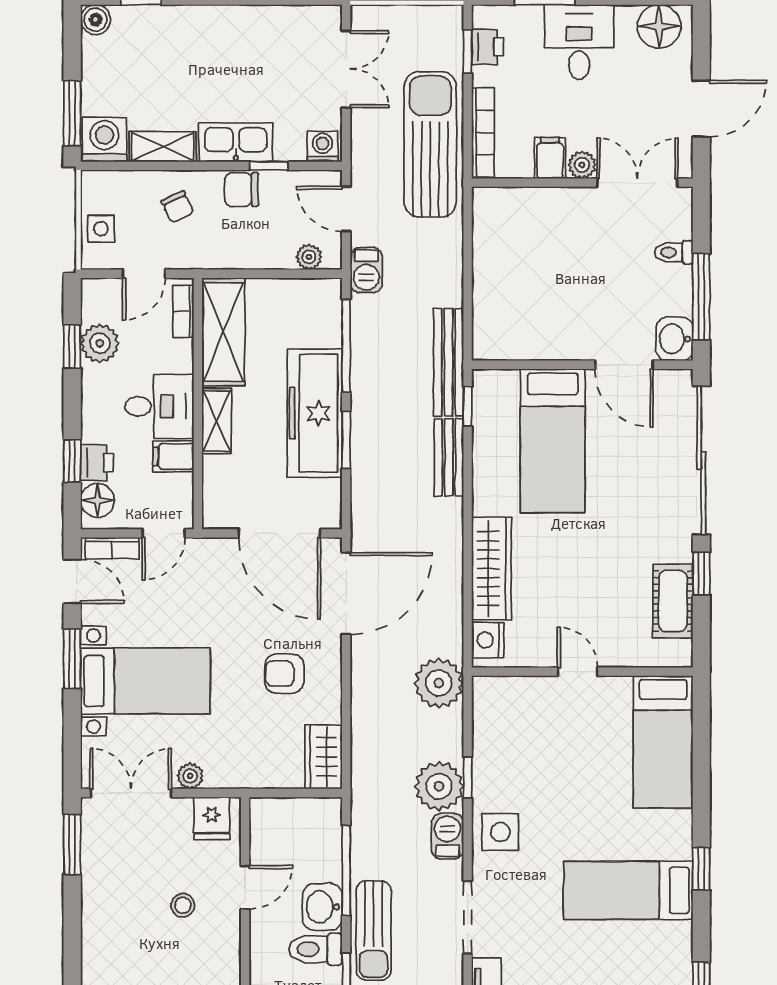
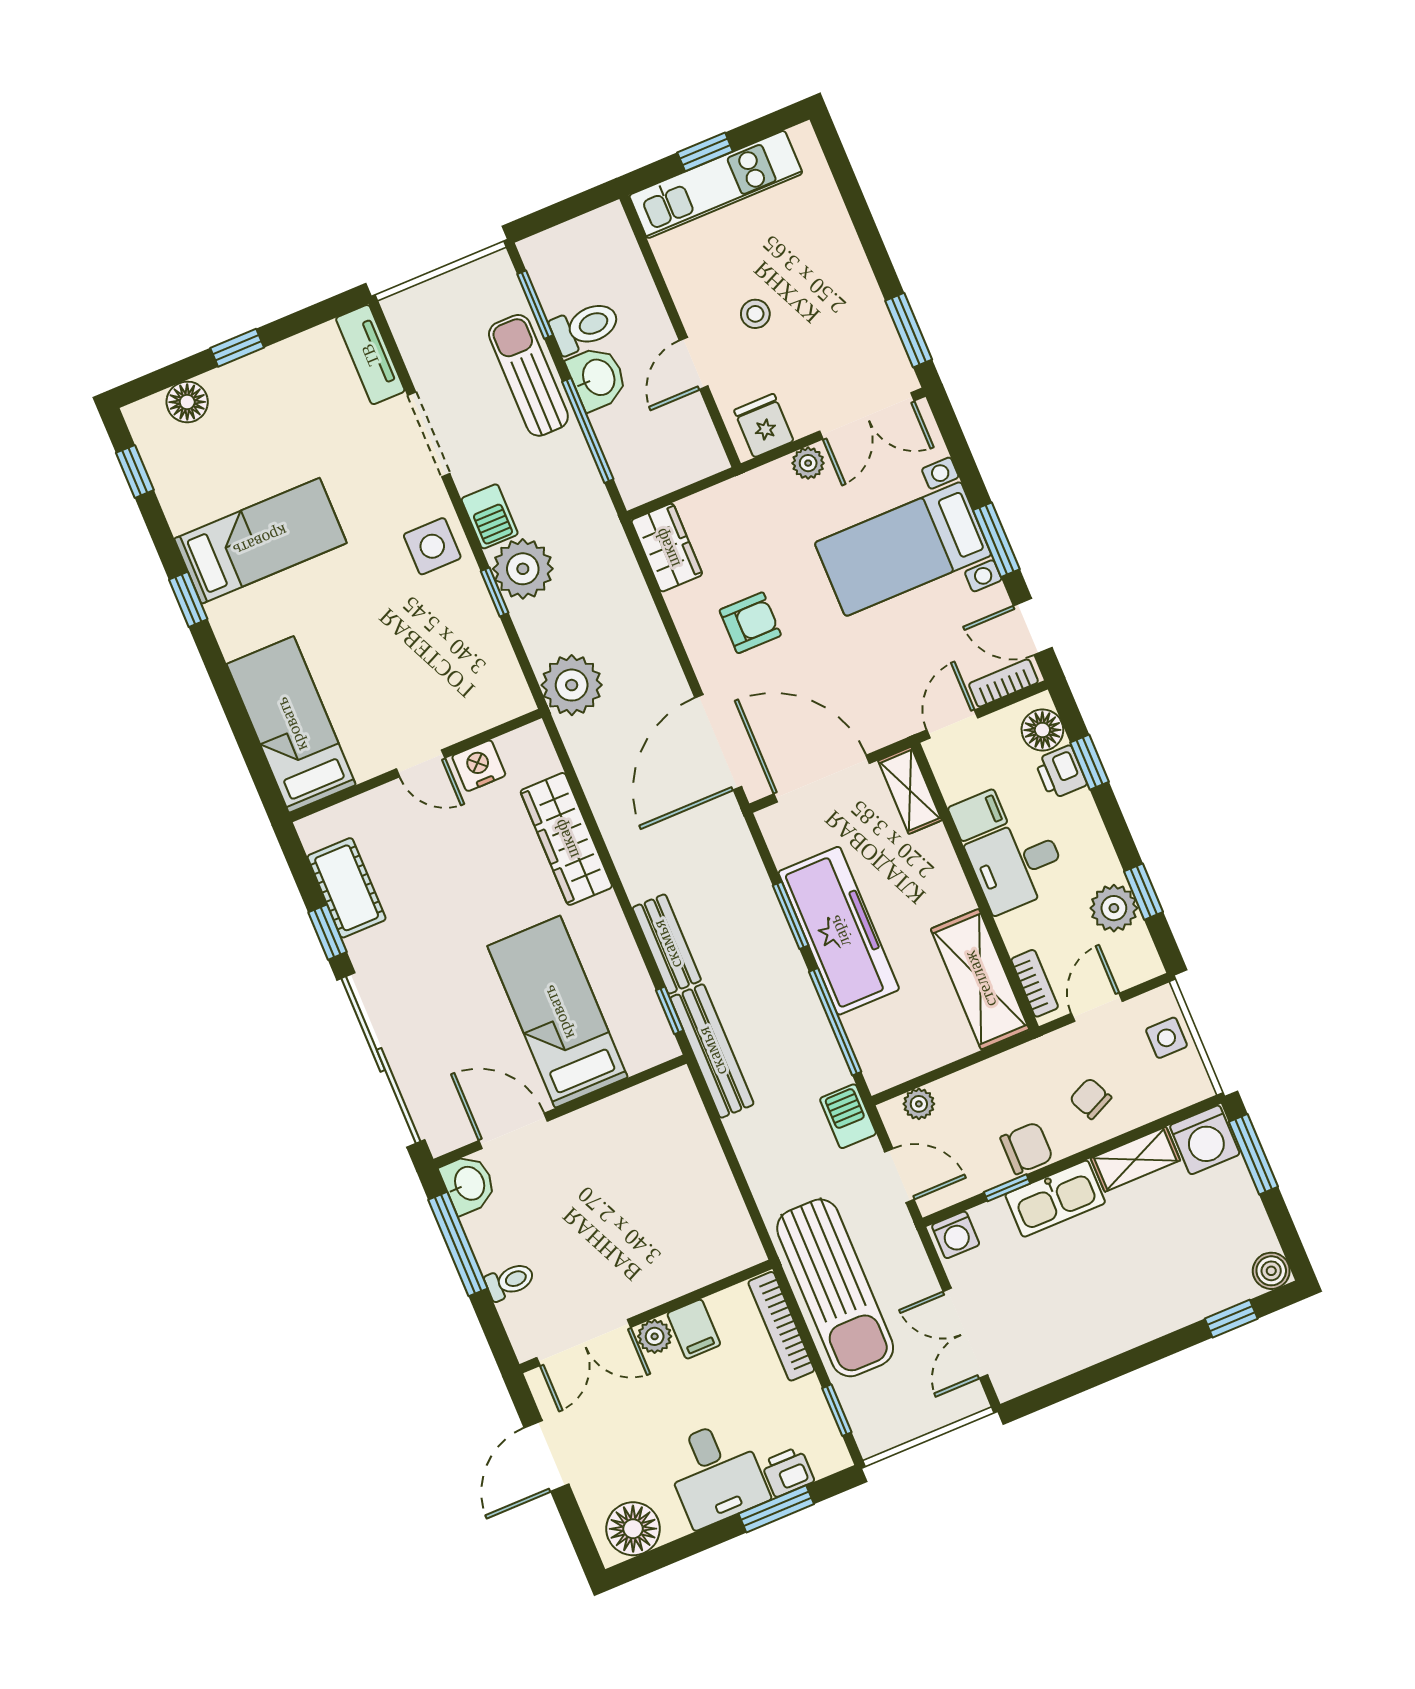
printer: (488, 47) -> (788, 1472), moved, turned 90
shelving: (217, 421) -> (910, 790), moved
nightstand: (488, 640) -> (479, 766), moved, turned -90

